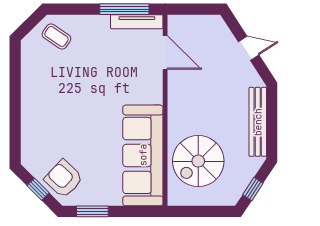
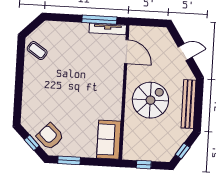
coffee table: (57, 36) -> (37, 51), moved
sofa: (143, 155) -> (109, 140), width x0.54, depth x0.79
spiral stairs: (198, 161) -> (150, 100), moved, turned 180
window: (199, 211) -> (144, 165), added

